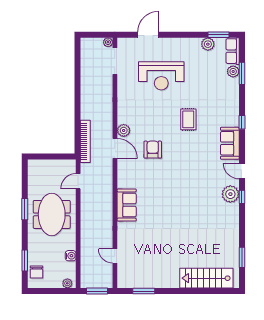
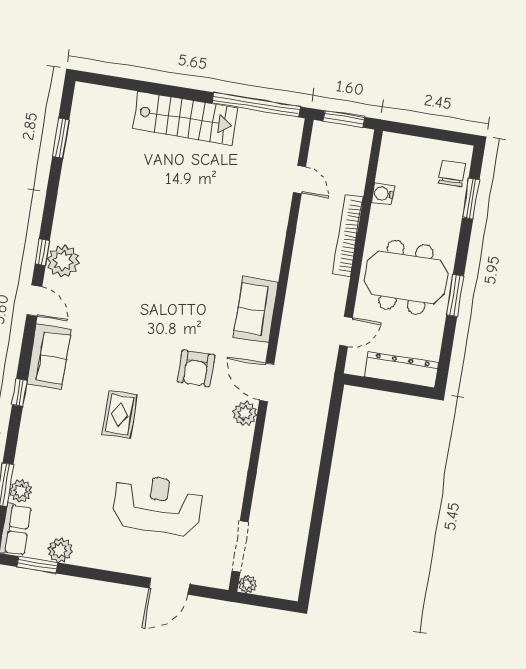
bookcase: (85, 141) -> (348, 236), moved
dresser: (46, 166) -> (401, 370), added
sofa: (127, 205) -> (256, 310), moved
meeting table: (52, 214) -> (406, 277), turned 90
stairs: (206, 278) -> (185, 118), moved
plant: (67, 283) -> (397, 143), removed
window: (144, 291) -> (256, 105), width x2.11

